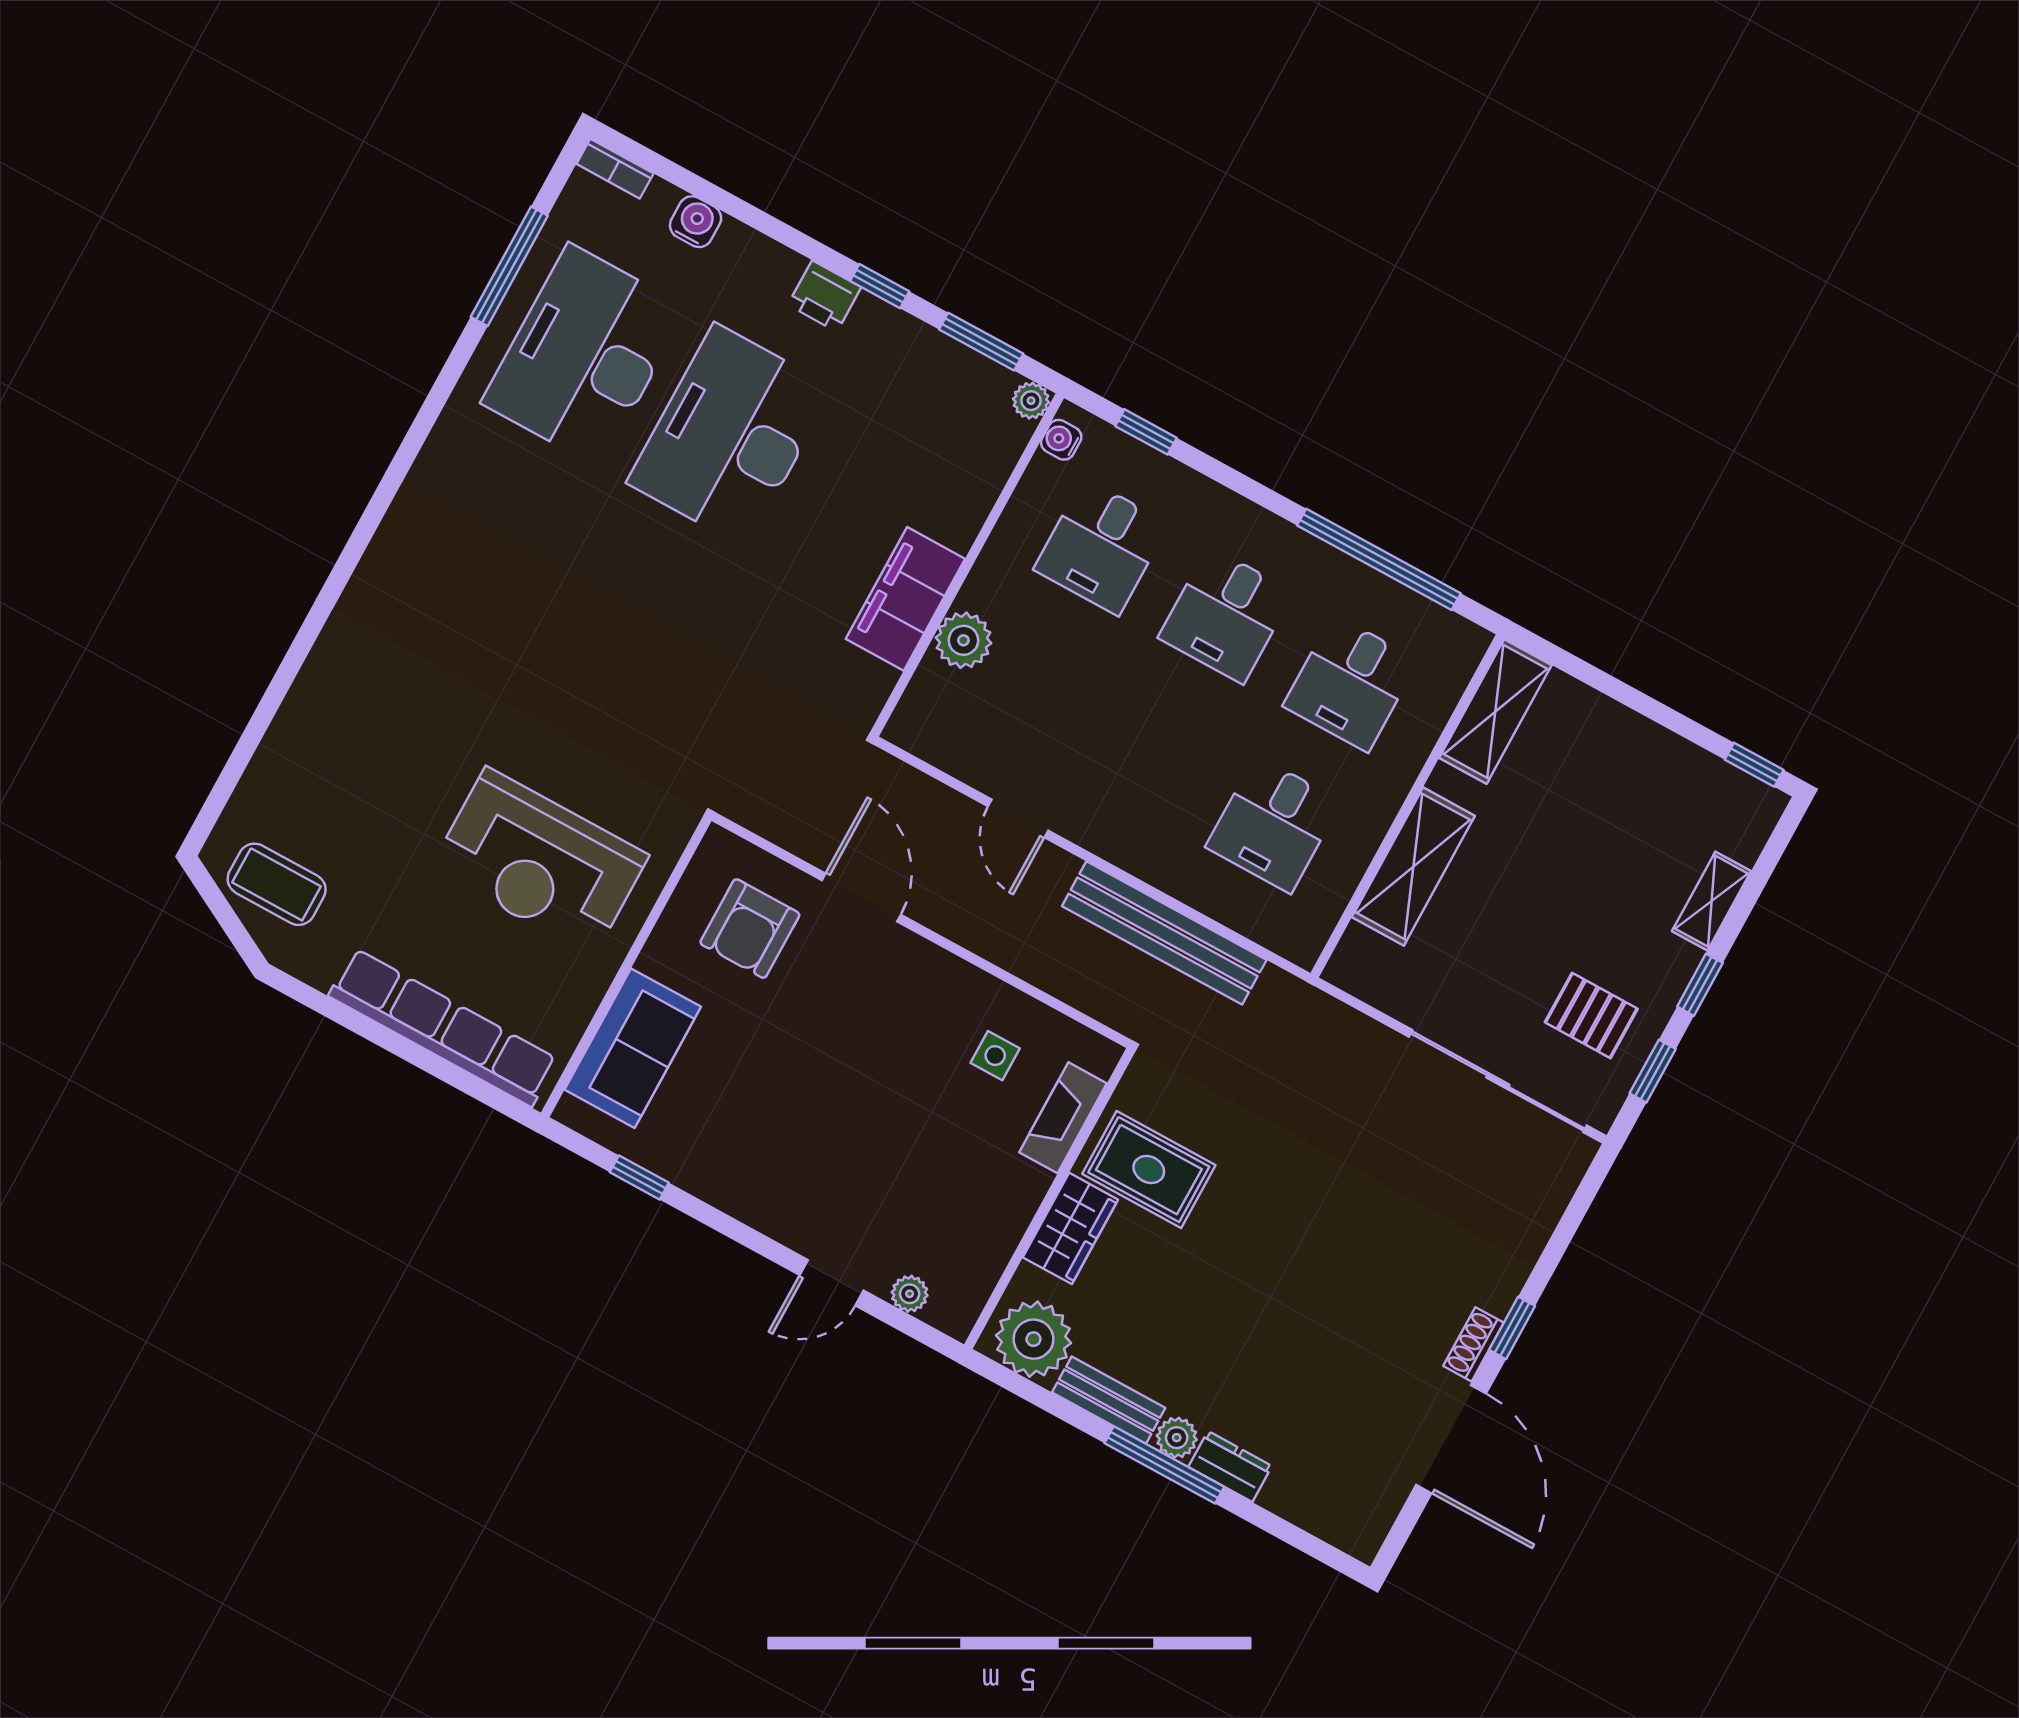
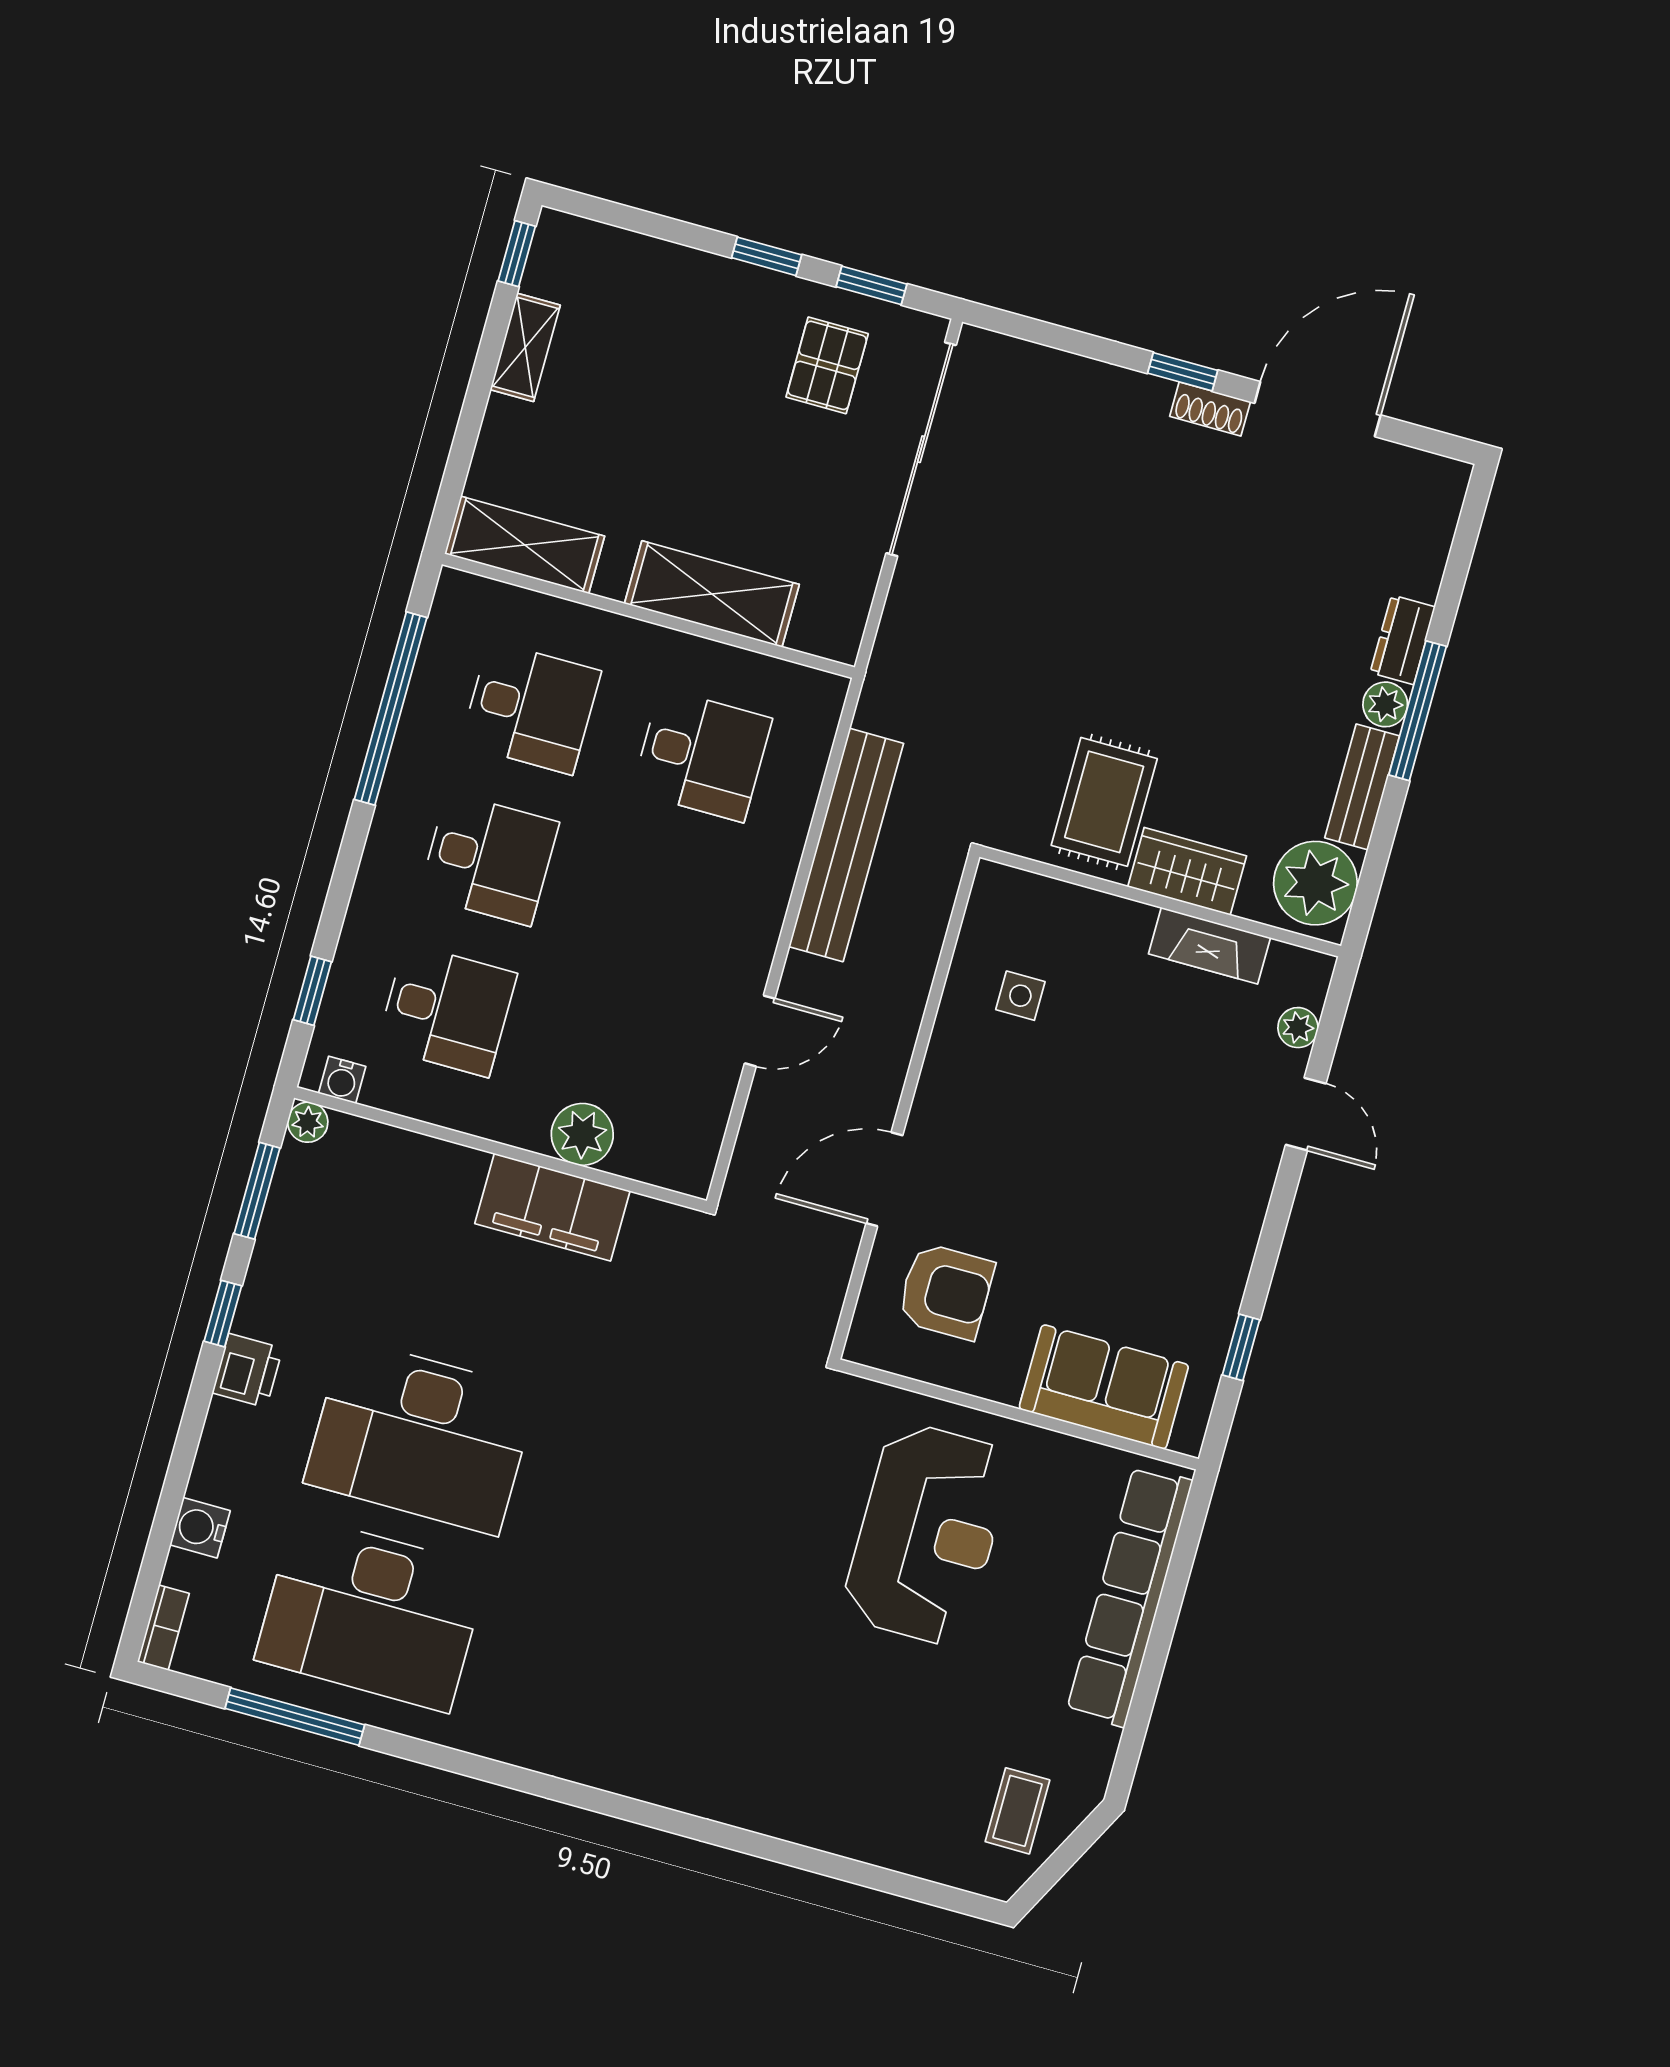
coffee table: (277, 884) -> (1017, 1811), width x0.73, depth x0.77
shelving: (1711, 901) -> (525, 347), moved, turned 90
fireplace: (1063, 1118) -> (1209, 946), moved

